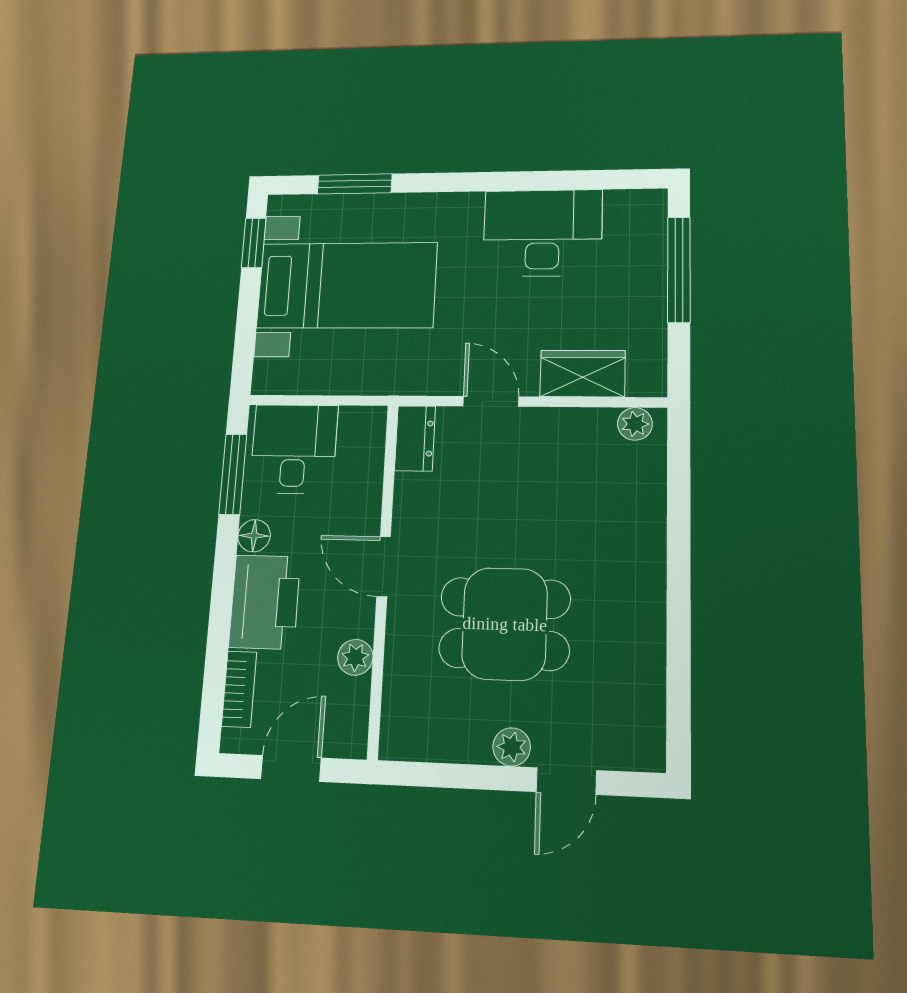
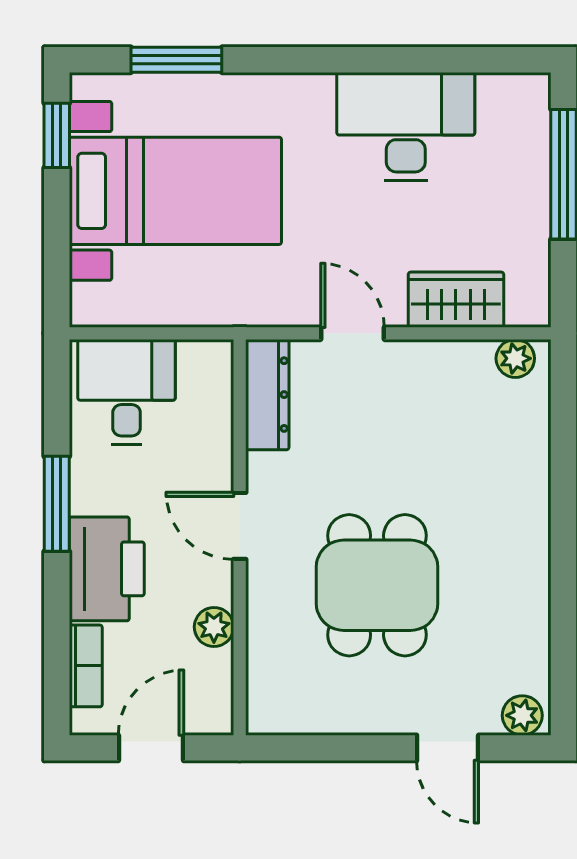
dresser: (415, 438) -> (267, 395), width x1.44
window: (233, 474) -> (57, 504), moved
floor lamp: (254, 536) -> (88, 494), removed
dining table: (505, 624) -> (377, 585), turned 90
plant: (512, 747) -> (522, 715), moved
door: (566, 781) -> (448, 748), hinge flipped

